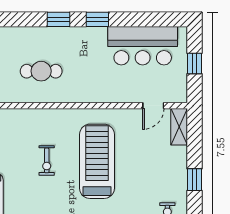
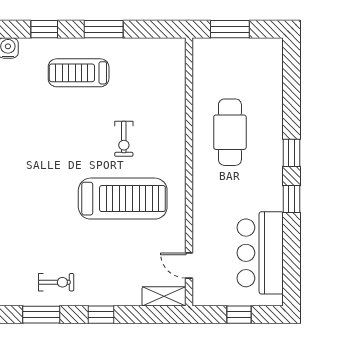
cafe table: (41, 71) -> (230, 132), width x1.37, depth x1.35
exercise bike: (47, 160) -> (124, 139), turned -90

